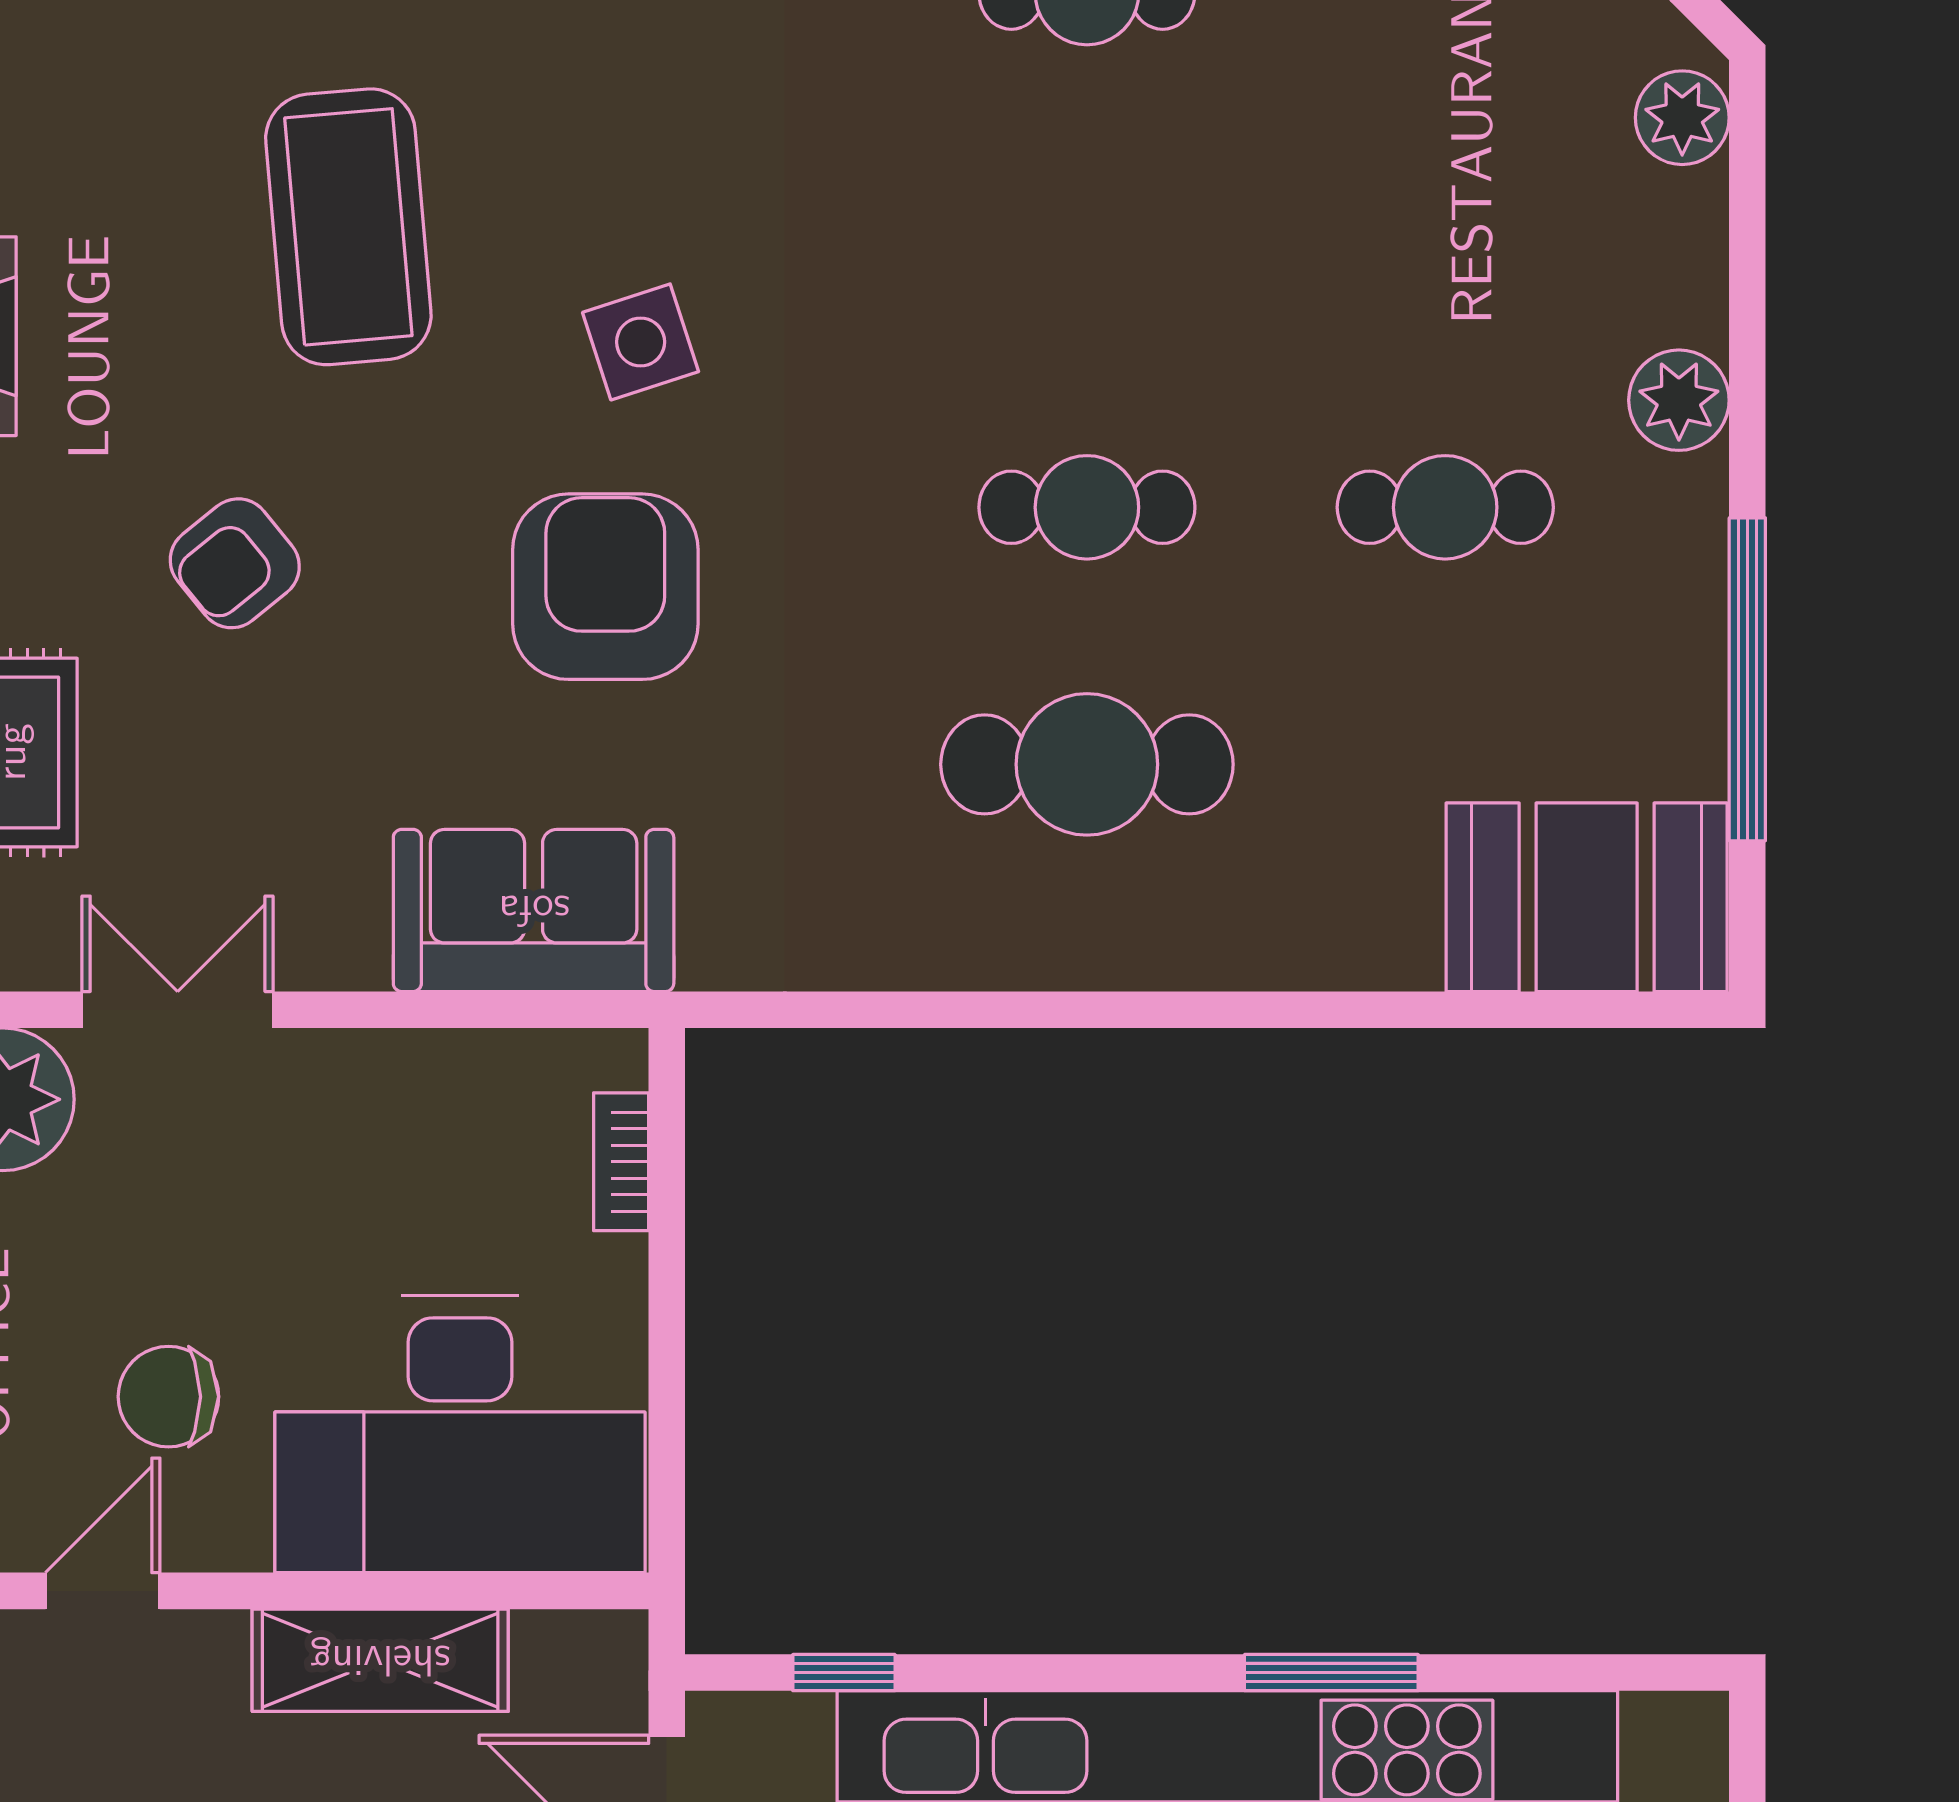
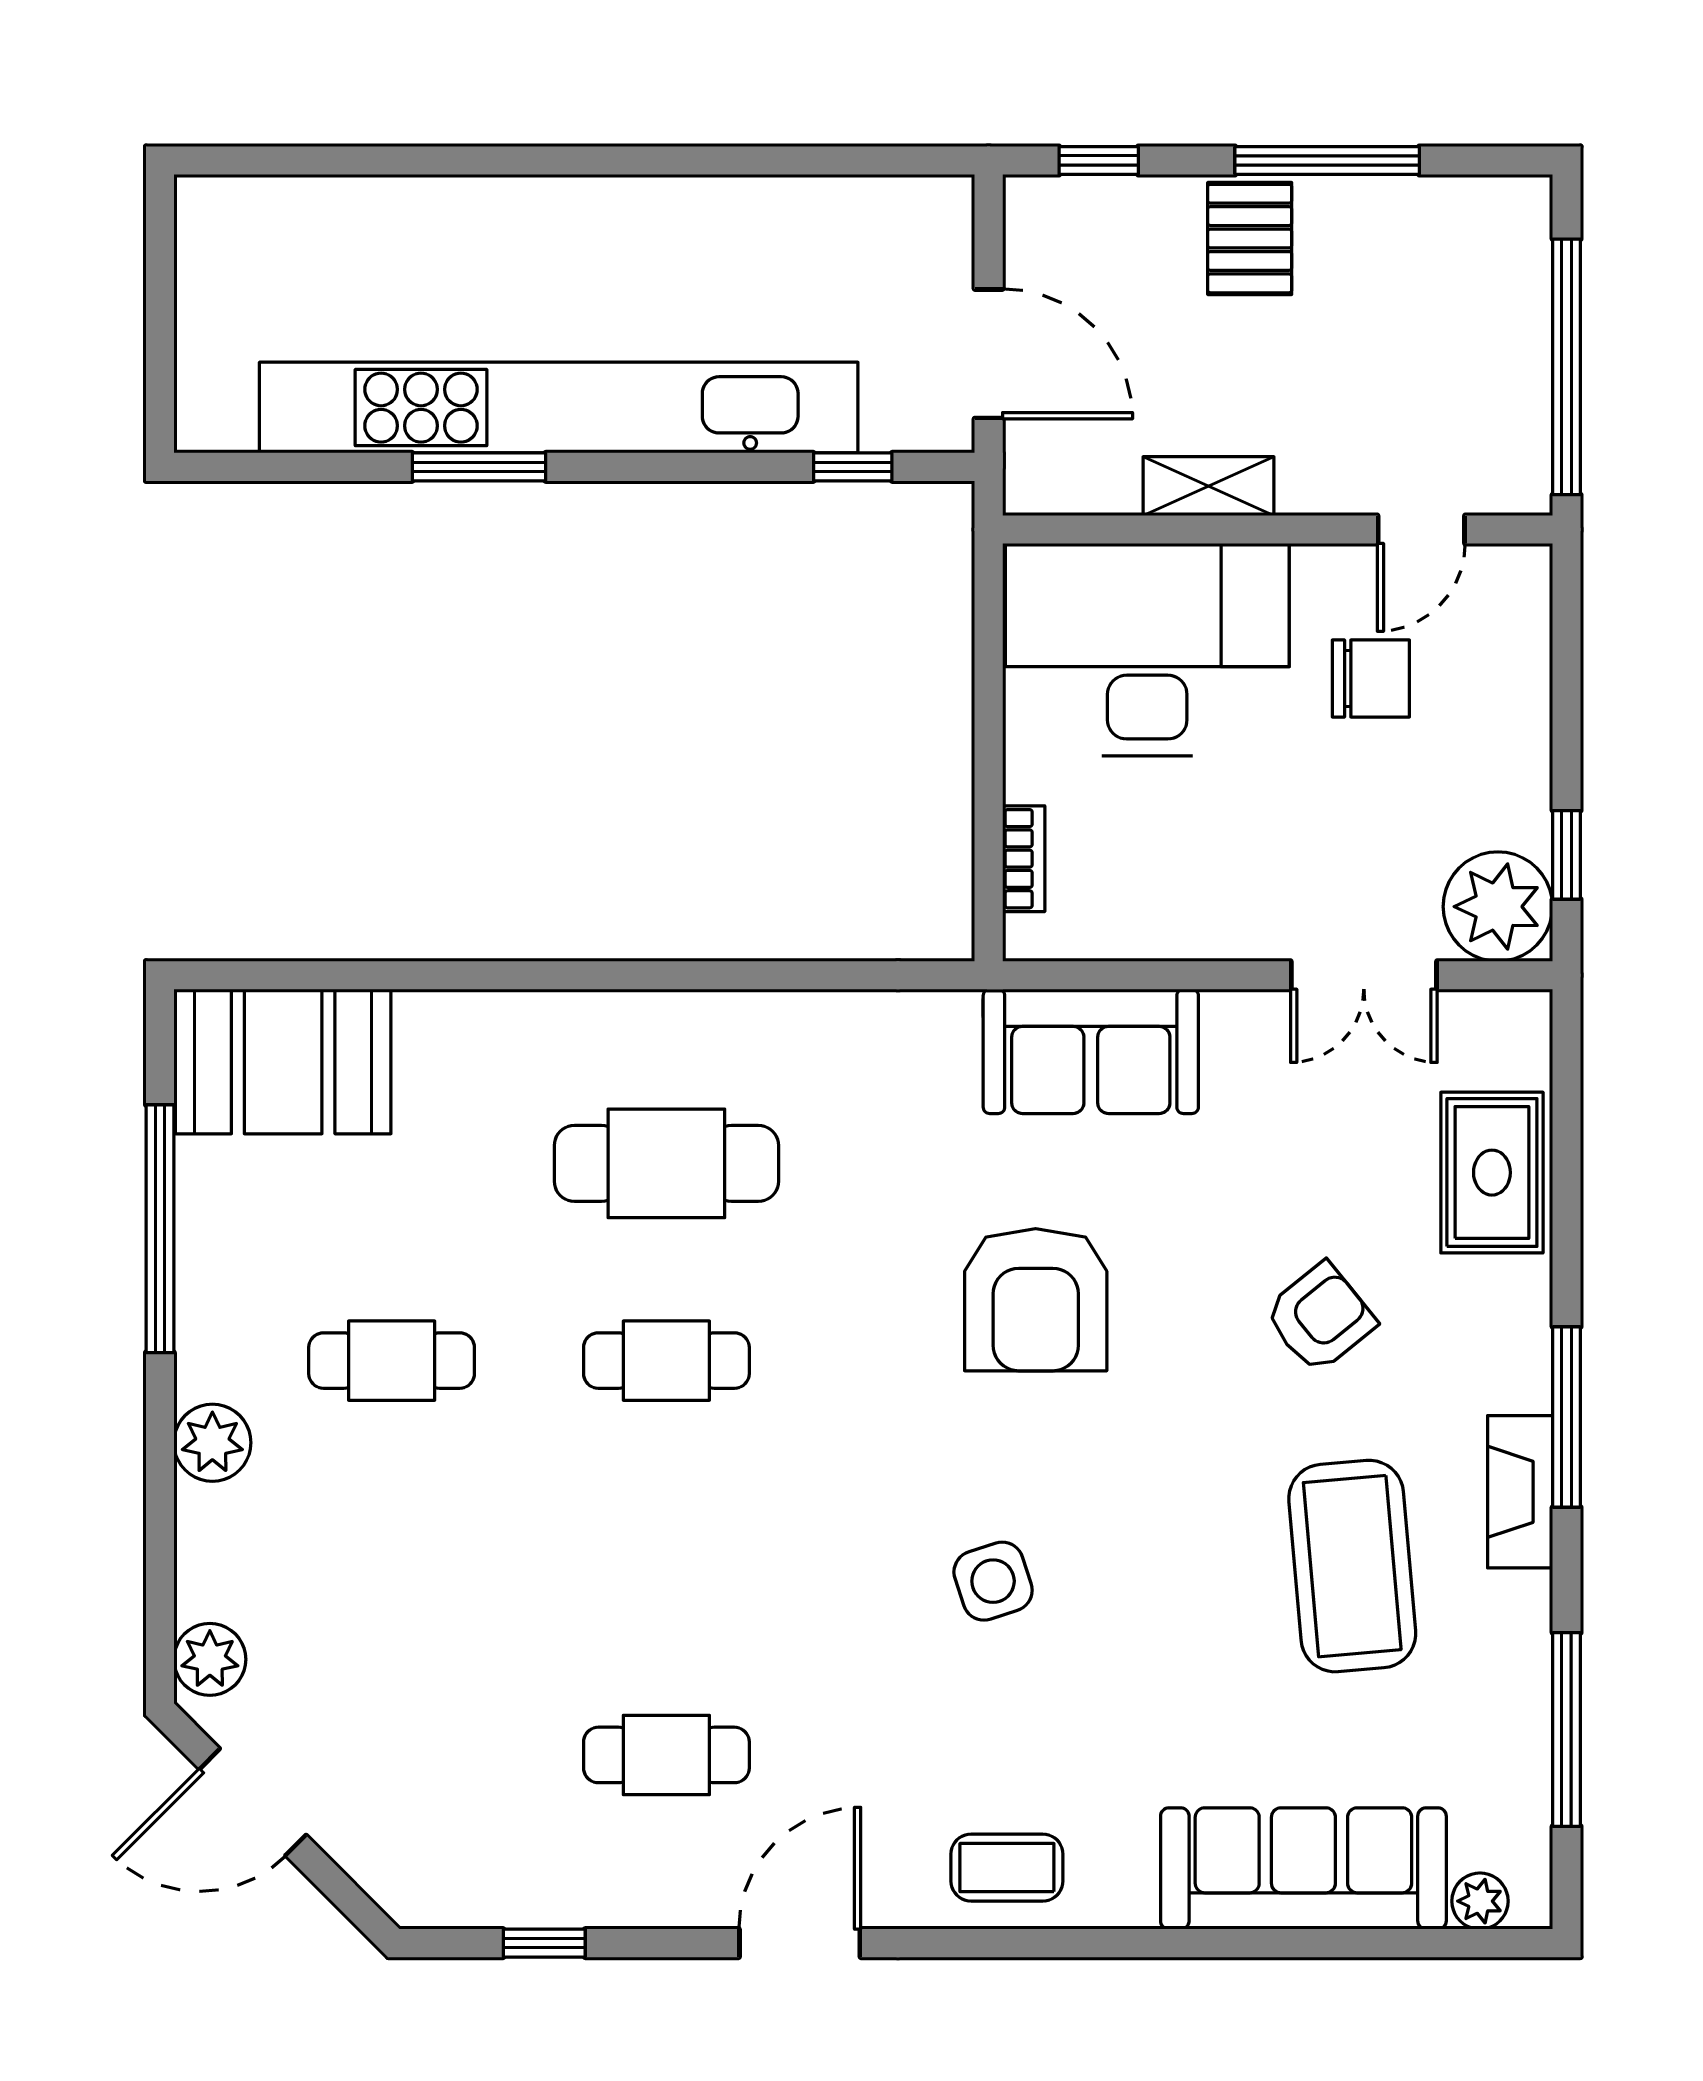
coffee table: (348, 227) -> (1352, 1566), moved
side table: (641, 342) -> (993, 1581), moved
shelving: (380, 1660) -> (1208, 486), width x0.67, depth x0.75

